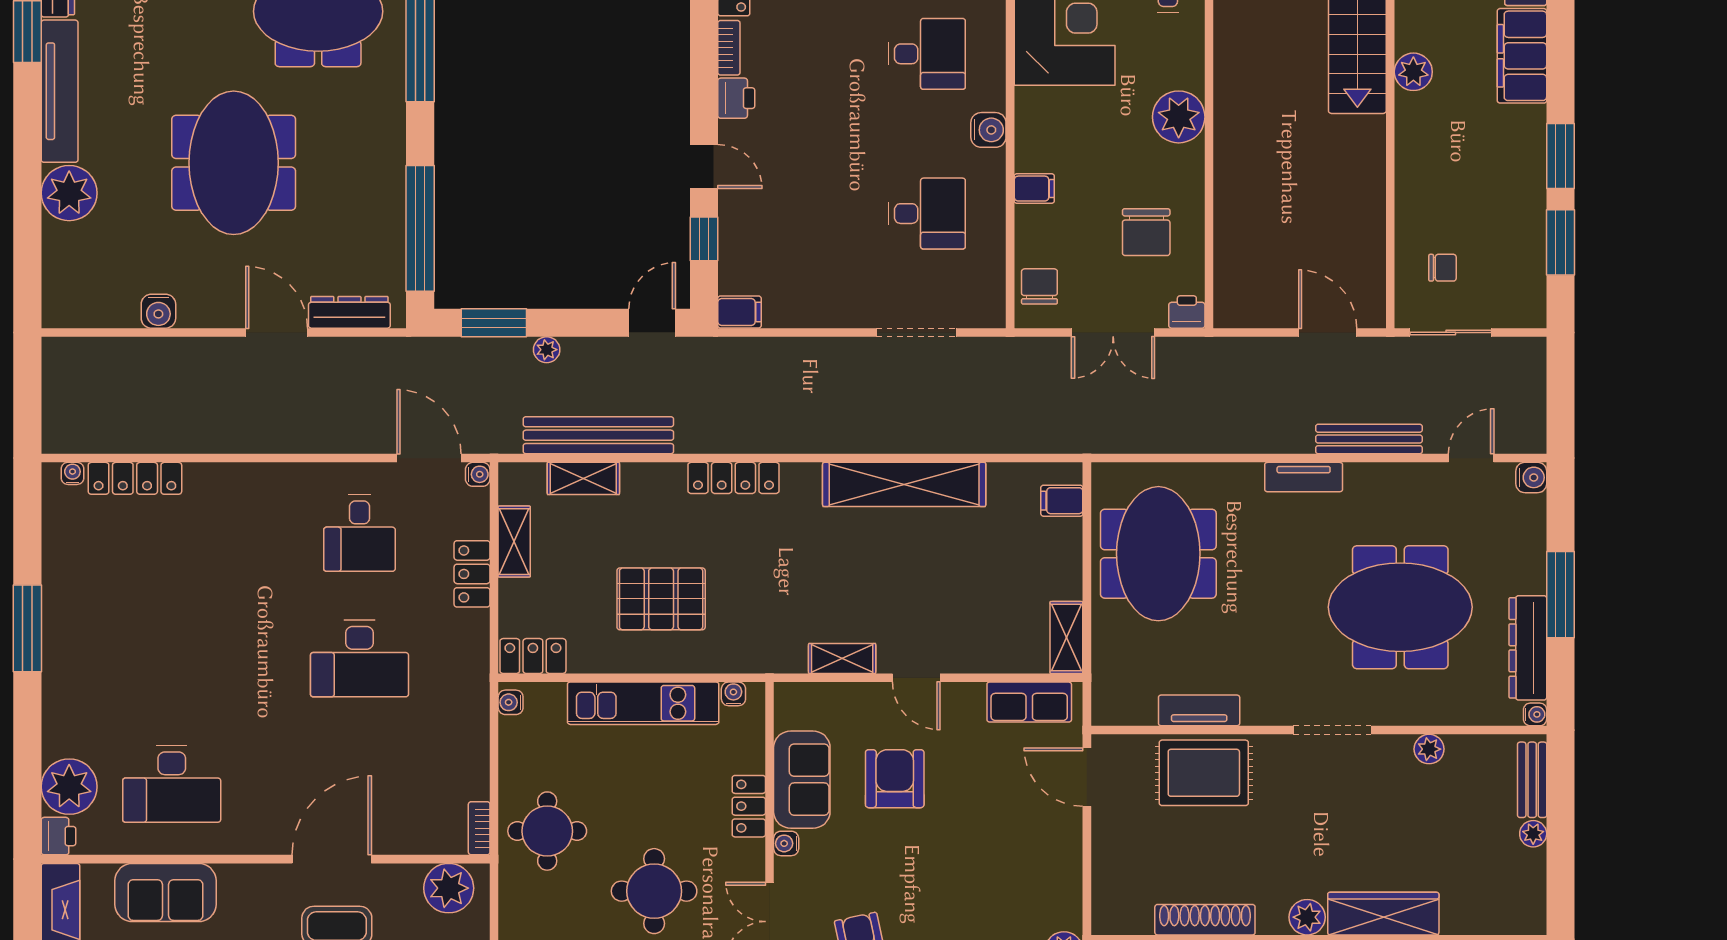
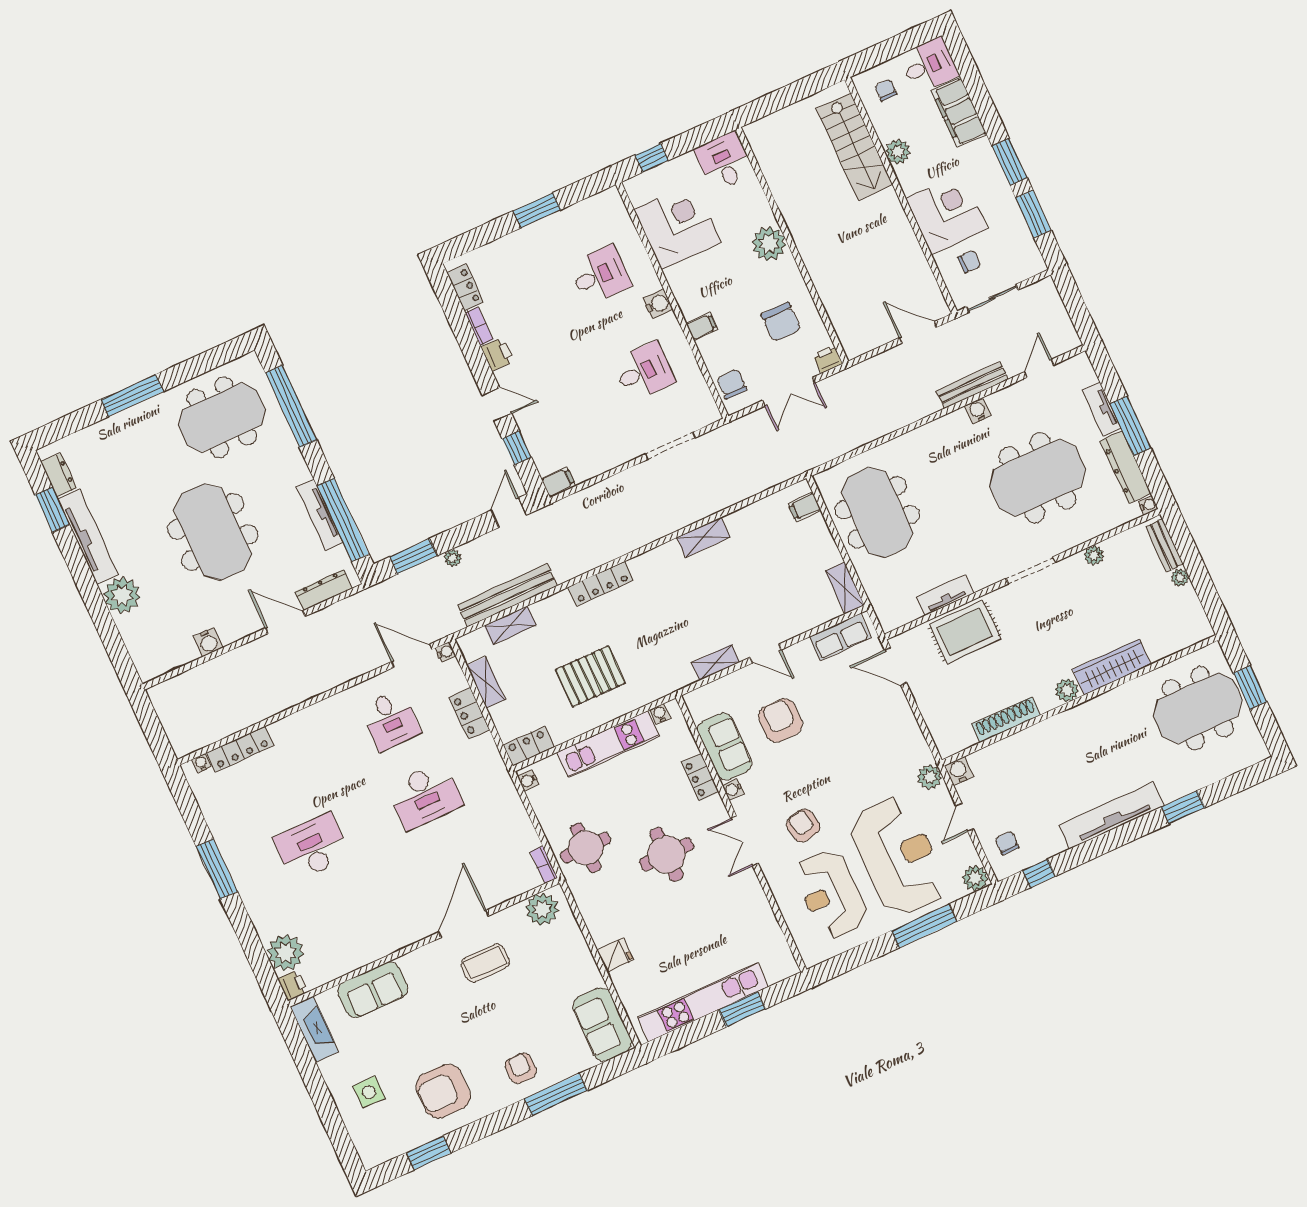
corner desk: (1442, 187) -> (947, 214), added
tv unit: (392, 207) -> (320, 515), added
tv unit: (1304, 477) -> (1102, 409), moved, turned 90
water cooler: (1531, 477) -> (978, 411), moved, turned -90
shelving: (904, 484) -> (703, 537), width x0.45, depth x0.75
desk: (172, 784) -> (312, 847), moved, turned 180

